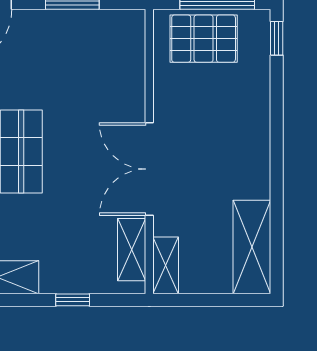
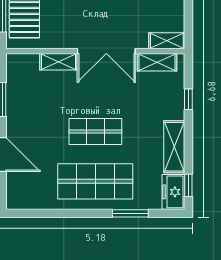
shelving: (132, 93) -> (58, 62), added

